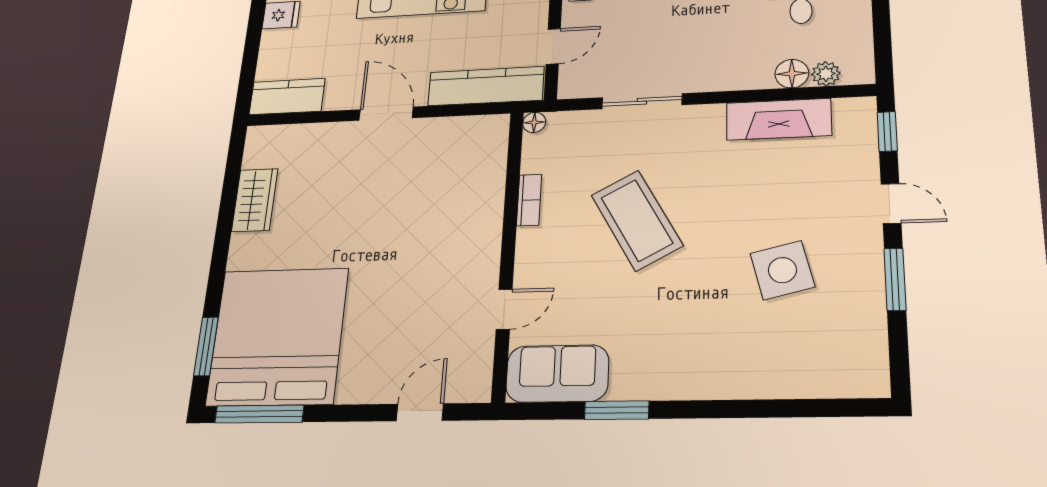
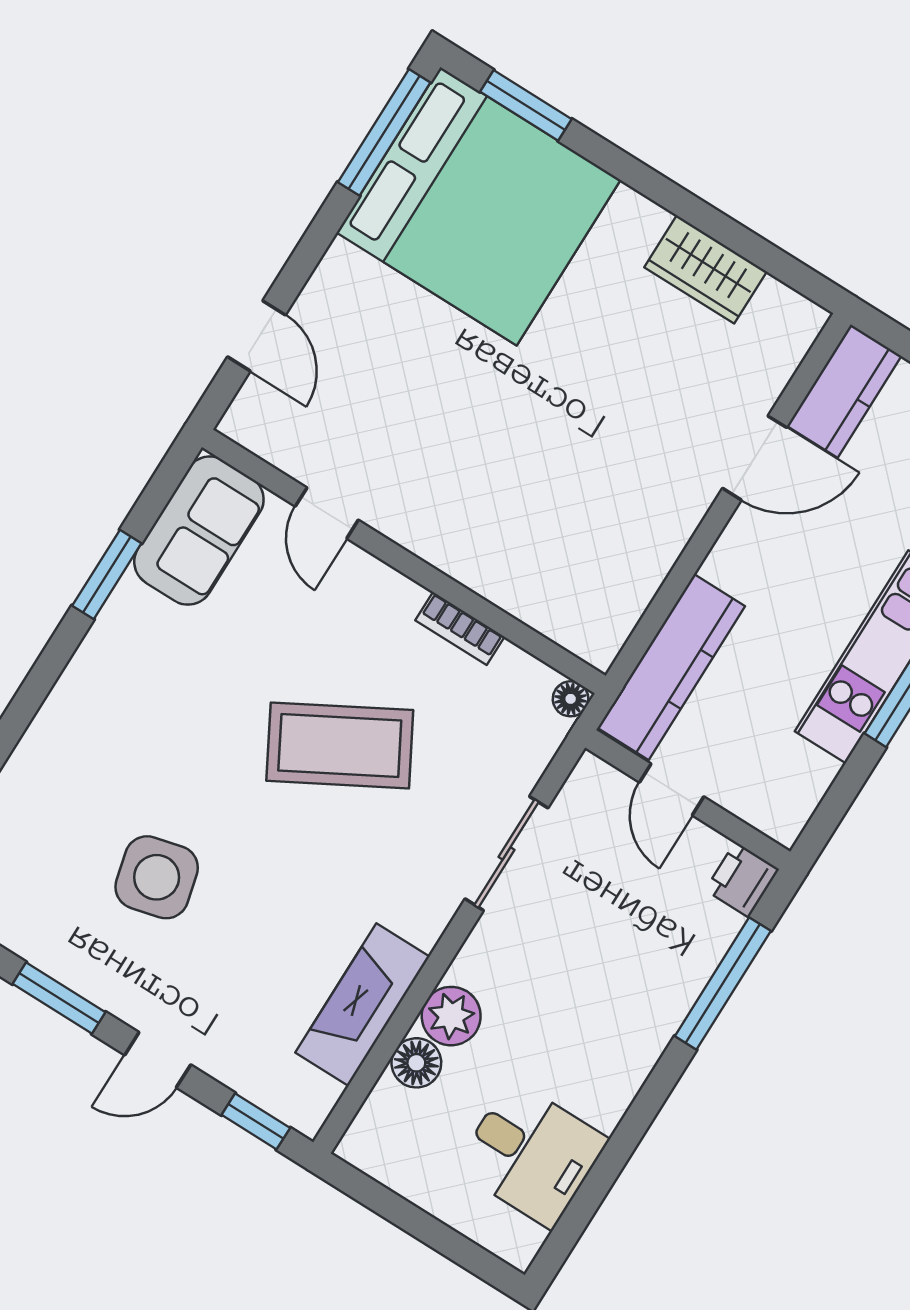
plant: (826, 74) -> (451, 1016), moved, width x1.38, depth x1.38
door: (386, 114) -> (755, 458), moved

